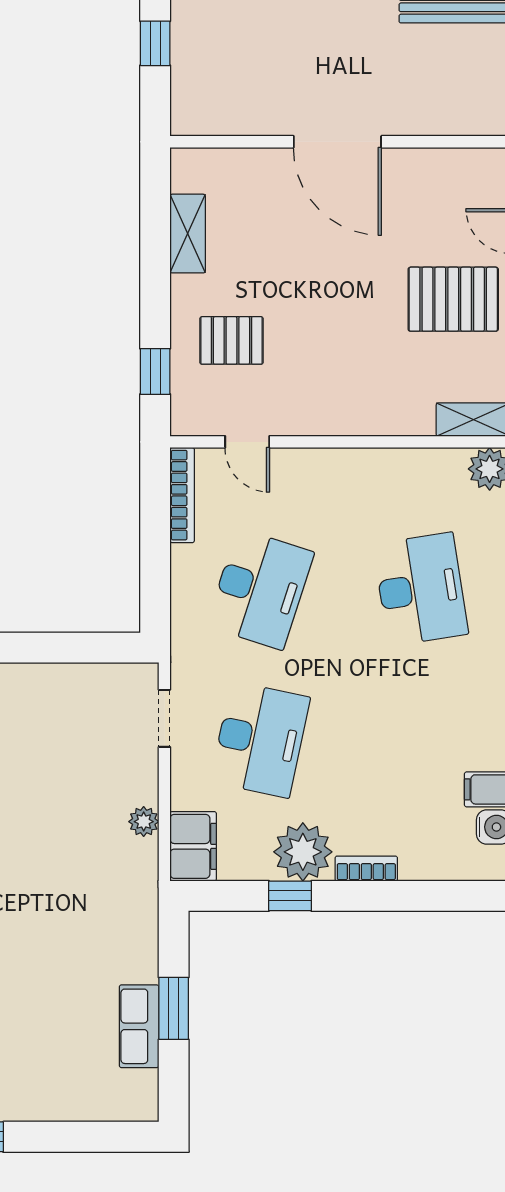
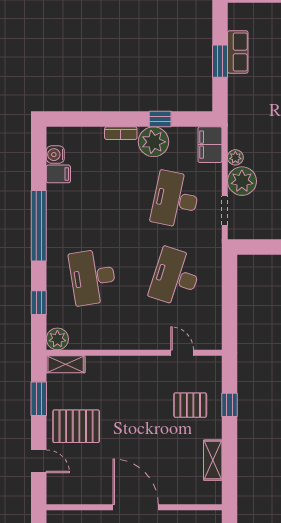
window: (155, 371) -> (230, 405), moved
bookcase: (182, 495) -> (216, 325), removed
plant: (131, 776) -> (242, 181), added

